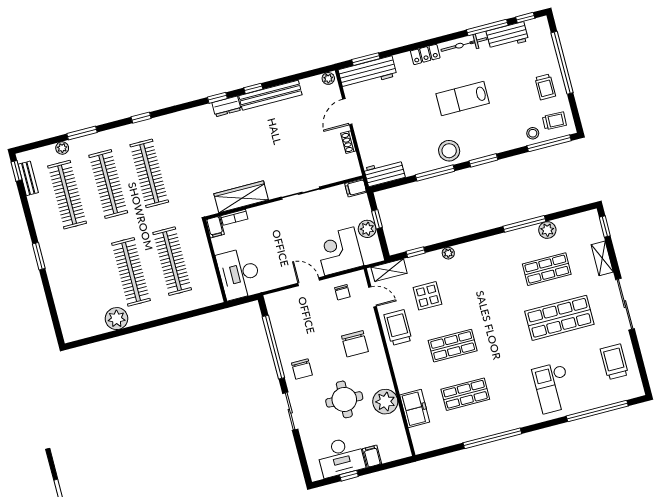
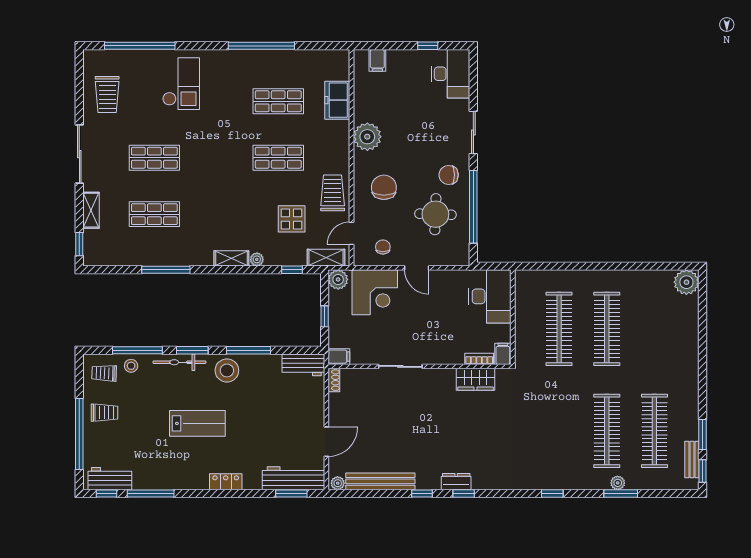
workbench: (507, 36) -> (110, 479), moved
bicycle: (464, 45) -> (179, 362), moved, turned 180
trolley: (545, 87) -> (104, 413), turned 90
bench: (270, 95) -> (380, 481), moved
shoe rack: (348, 142) -> (334, 380), moved
window: (549, 143) -> (137, 350), moved
plant: (62, 148) -> (618, 483), moved
clothes rail: (149, 173) -> (559, 431), removed
wardrobe: (241, 197) -> (475, 379), width x0.67
plant: (367, 229) -> (338, 279), moved
plant: (547, 230) -> (143, 257), removed
shelving: (470, 248) -> (231, 258), added
window: (39, 256) -> (703, 435), moved
door: (372, 297) -> (352, 233), hinge flipped
shop shelf: (559, 318) -> (154, 158), width x0.70, depth x0.74
plant: (117, 319) -> (686, 282), moved
trolley: (398, 327) -> (333, 193), turned 180
chair: (302, 369) -> (449, 175), turned -90
round table: (344, 399) -> (435, 214), moved
plant: (385, 402) -> (367, 137), moved
filing cabinet: (372, 456) -> (377, 60), moved
desk: (341, 457) -> (451, 74), moved, turned 90

